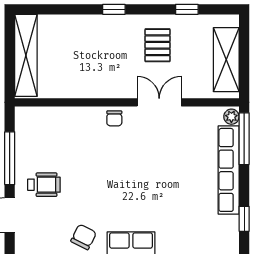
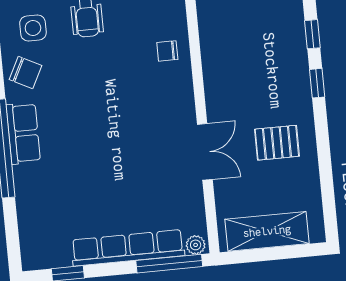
window: (187, 9) -> (312, 34), moved
chair: (114, 118) -> (167, 51), moved
side table: (49, 228) -> (33, 28), added

